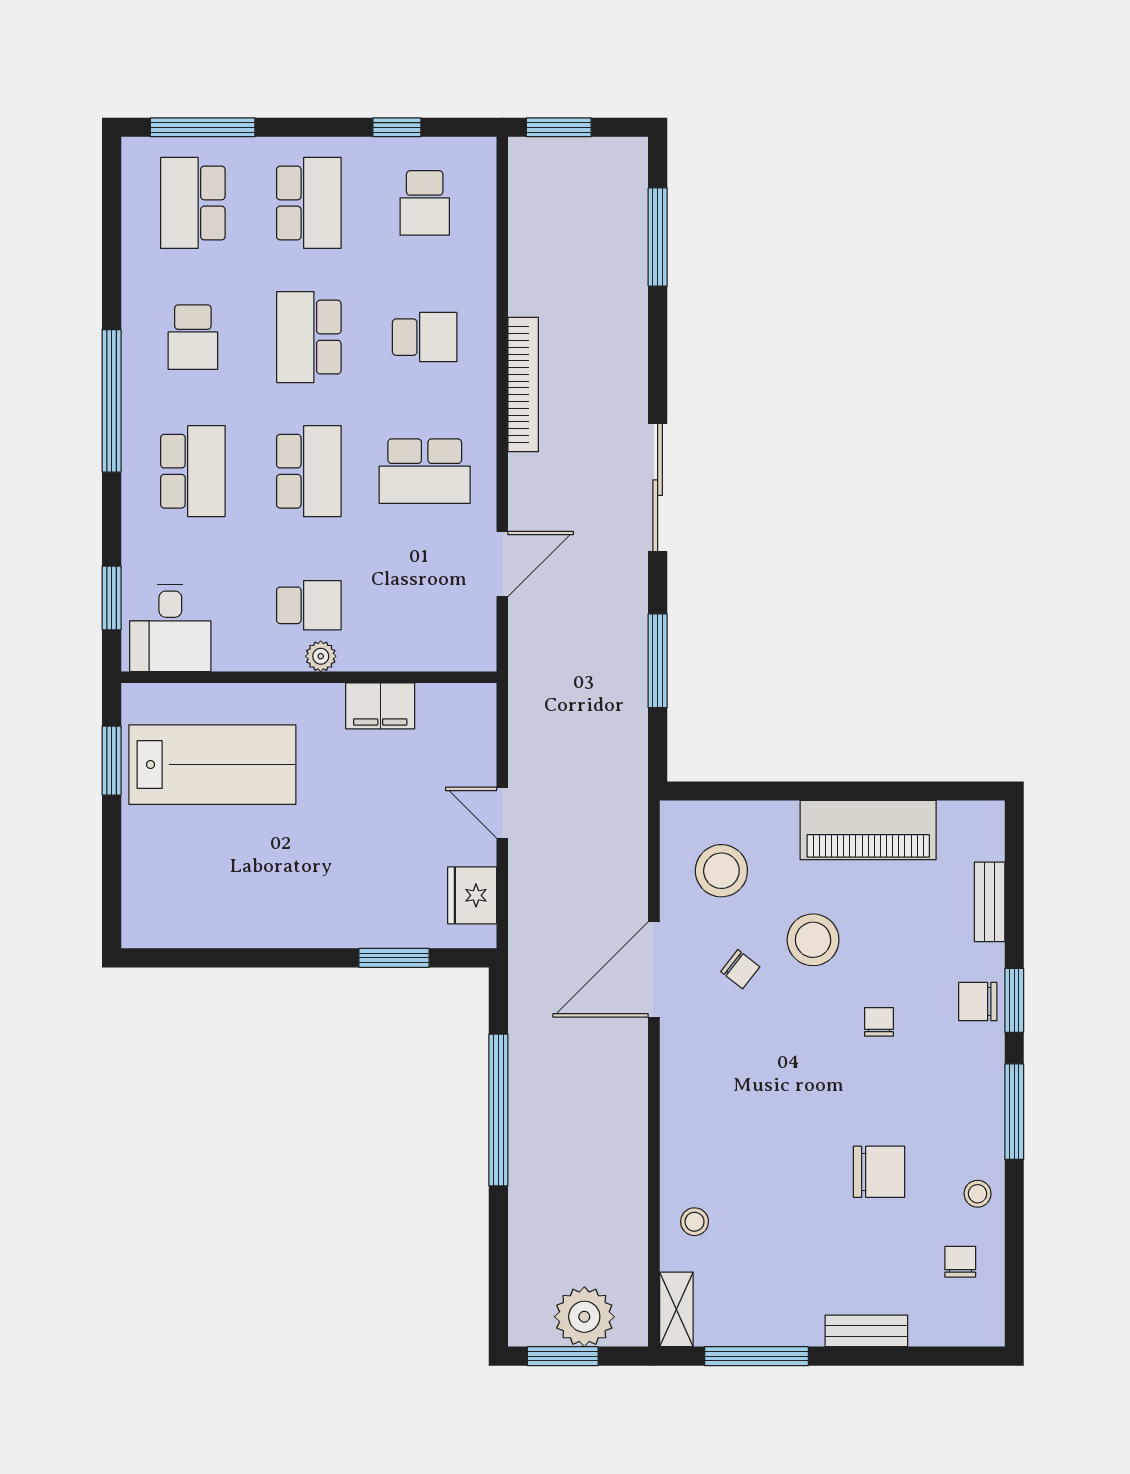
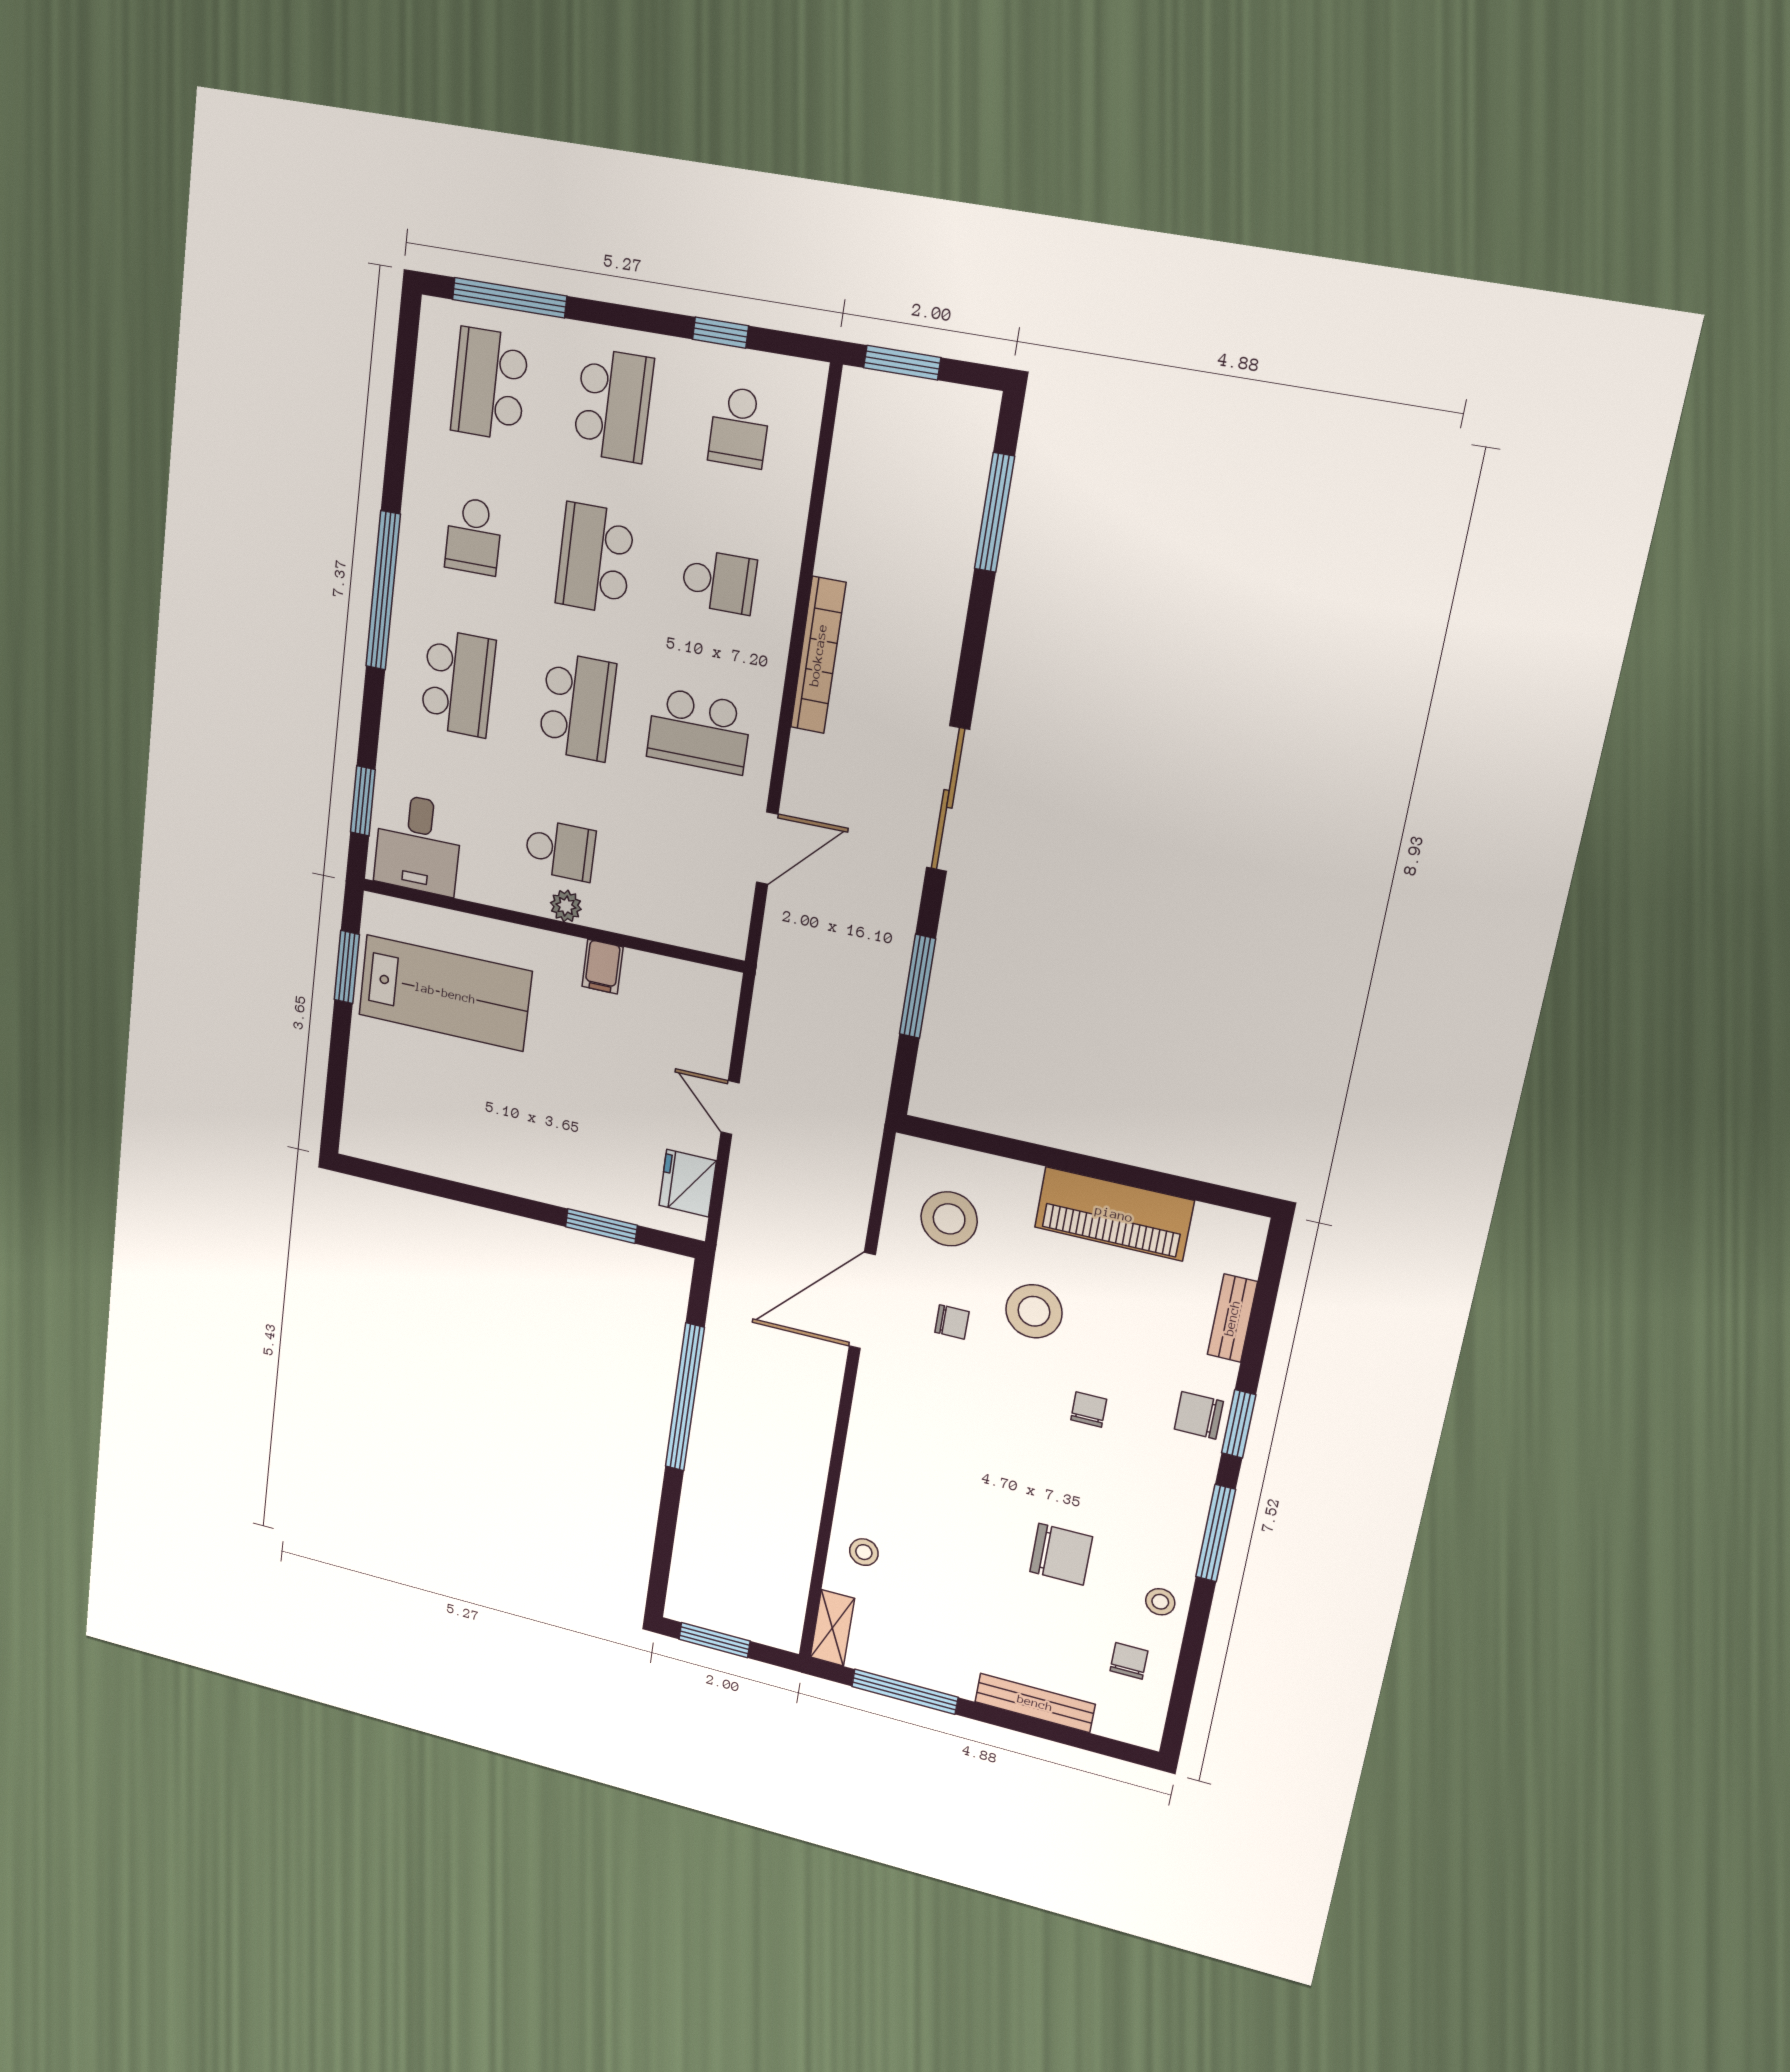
filing cabinet: (380, 706) -> (602, 967), width x0.50
chair: (740, 969) -> (952, 1322), turned -38
plant: (584, 1317) -> (741, 1610), removed
bench: (866, 1331) -> (1035, 1703), width x1.36

